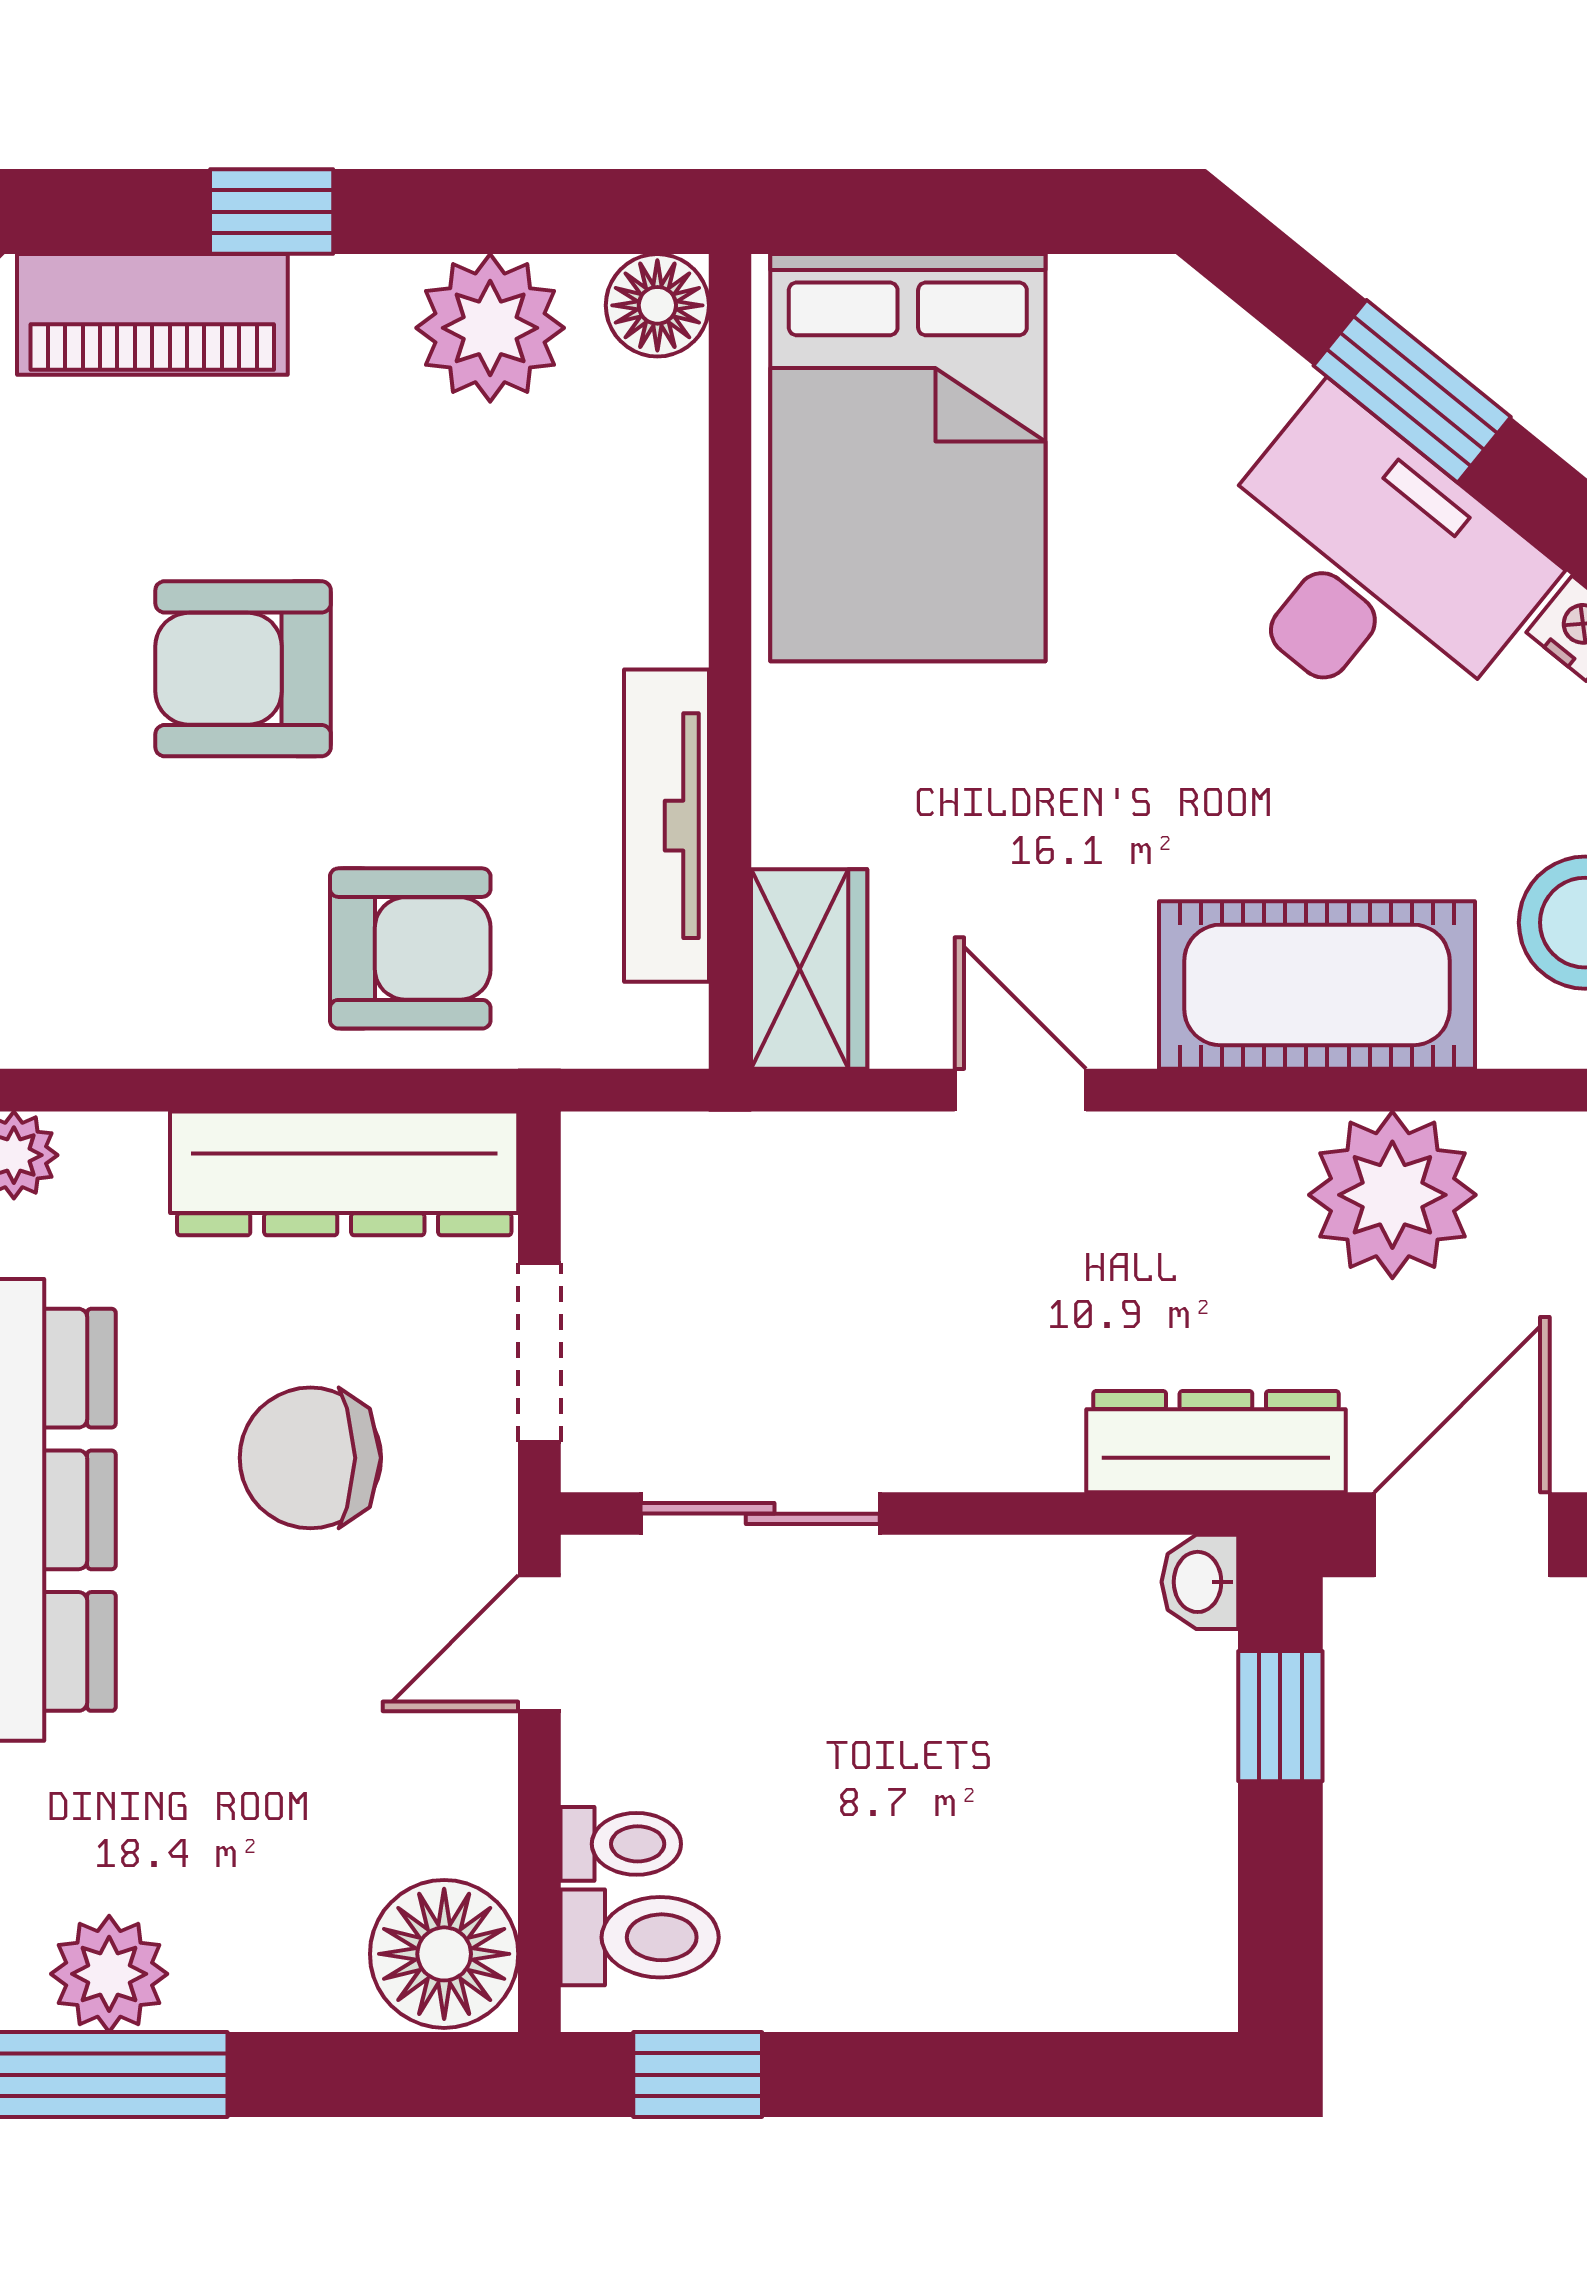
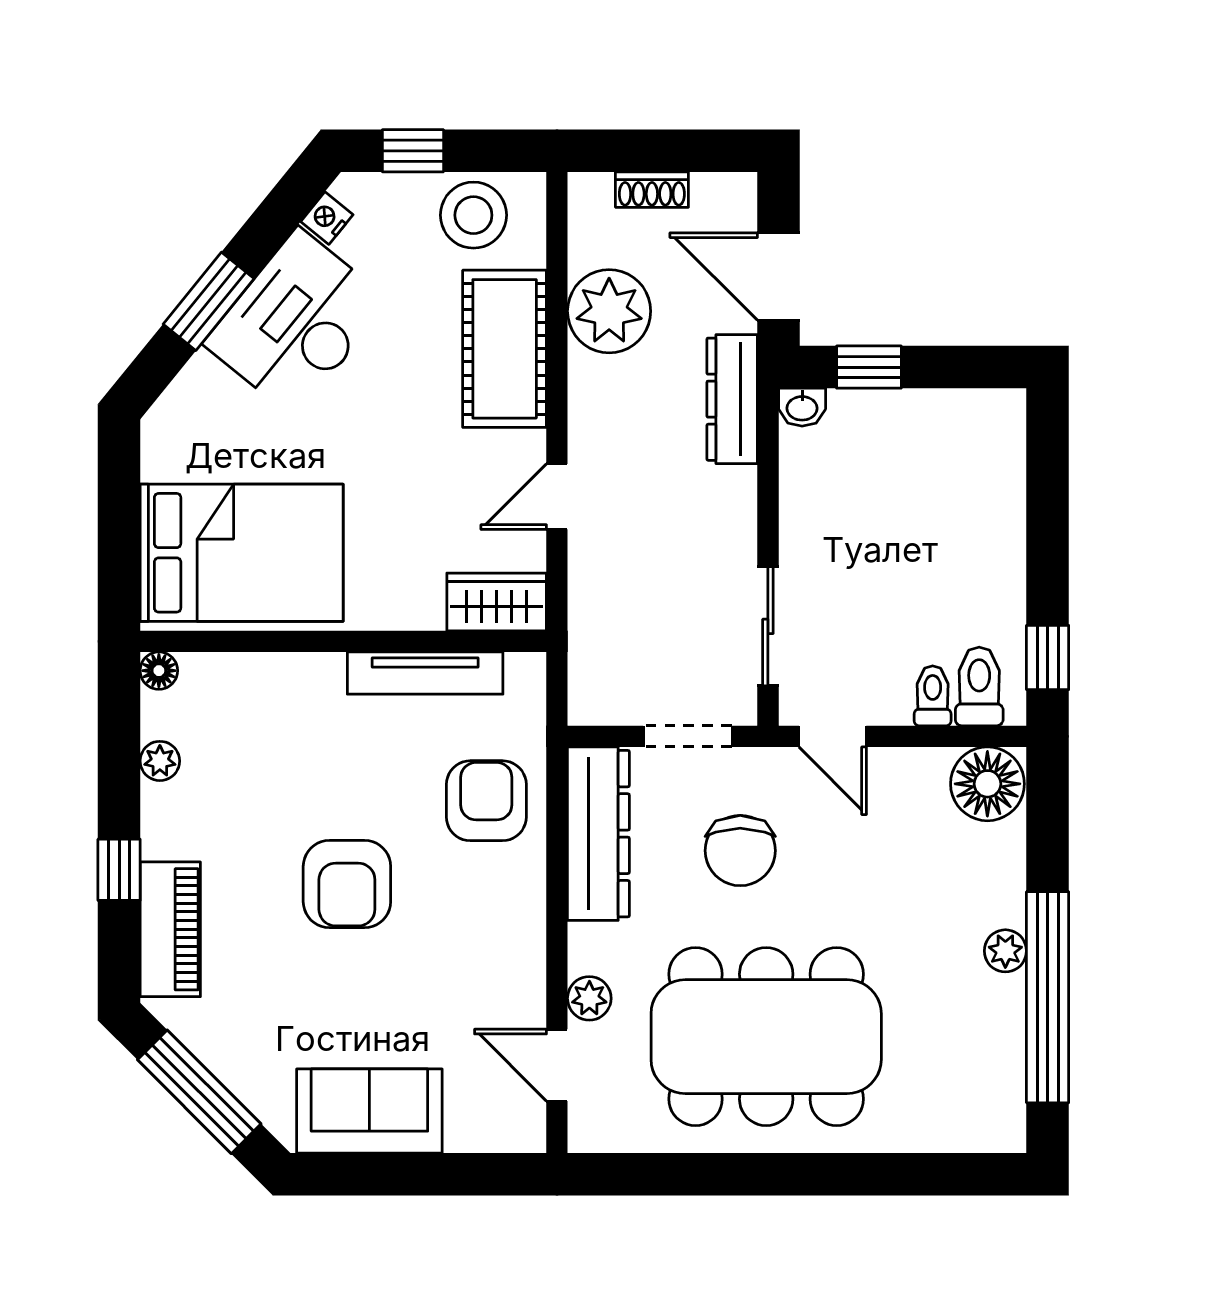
floor lamp: (657, 305) -> (159, 671), width x0.73, depth x0.73
plant: (490, 328) -> (160, 761), width x0.53, depth x0.53
plant: (109, 1974) -> (1005, 951), width x0.73, depth x0.73

